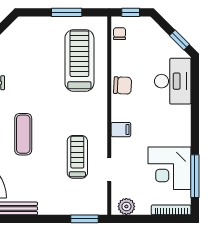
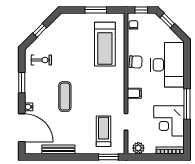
window: (180, 40) -> (167, 21), moved
treadmill: (79, 61) -> (105, 44), turned 180
desk: (173, 81) -> (167, 65), width x1.36, depth x1.30
treadmill: (77, 157) -> (103, 131), moved
window: (195, 176) -> (187, 104), moved

